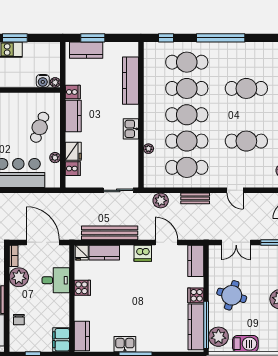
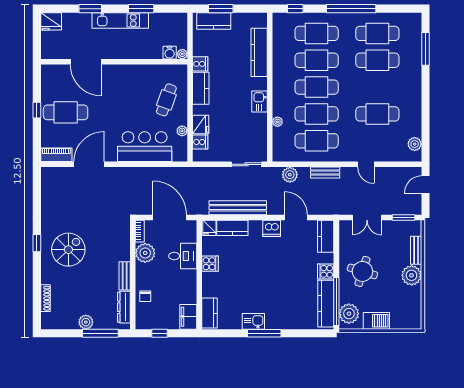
cafe table: (246, 62) -> (377, 33), added

